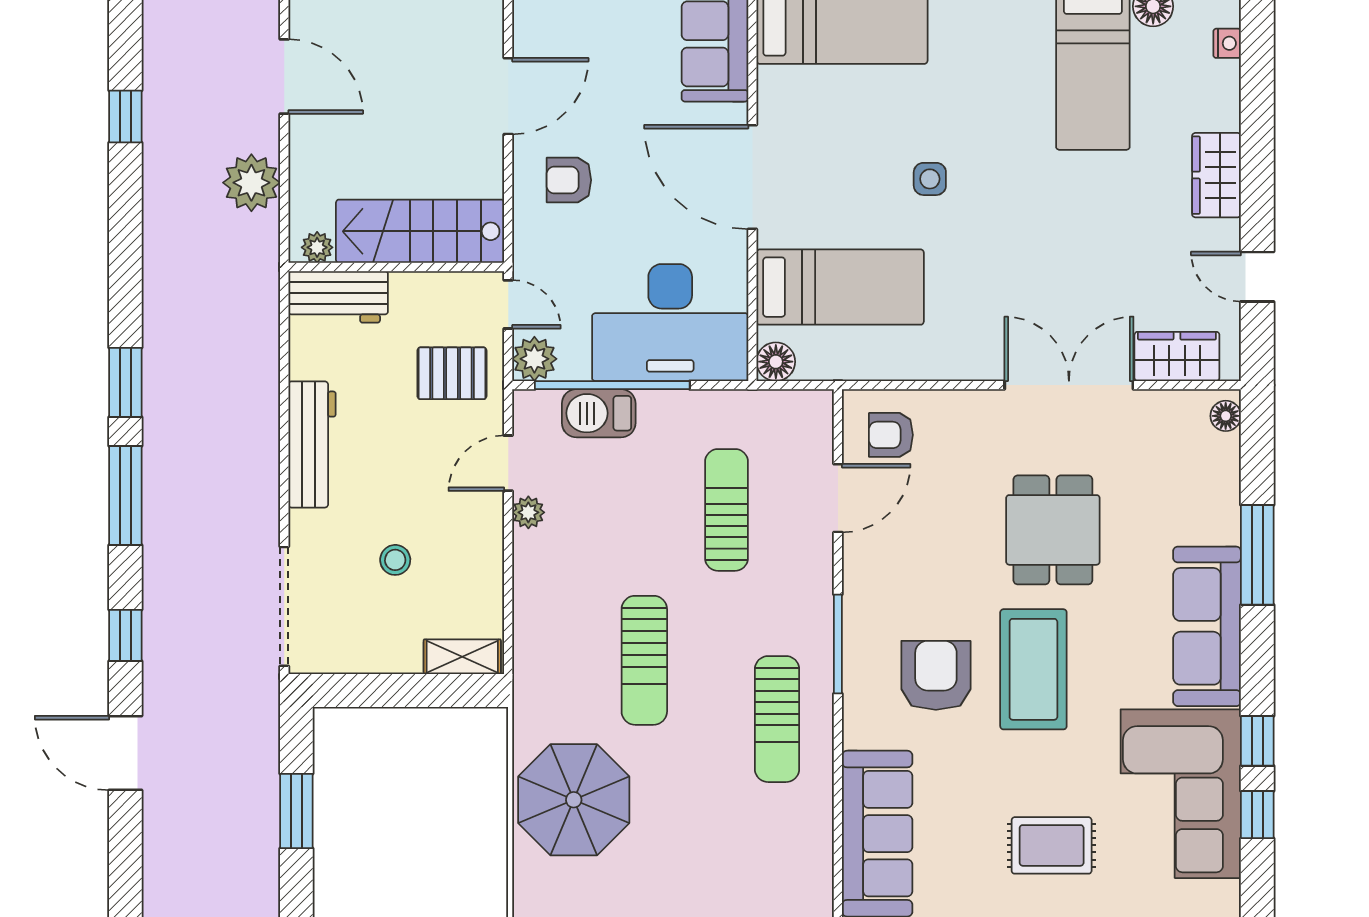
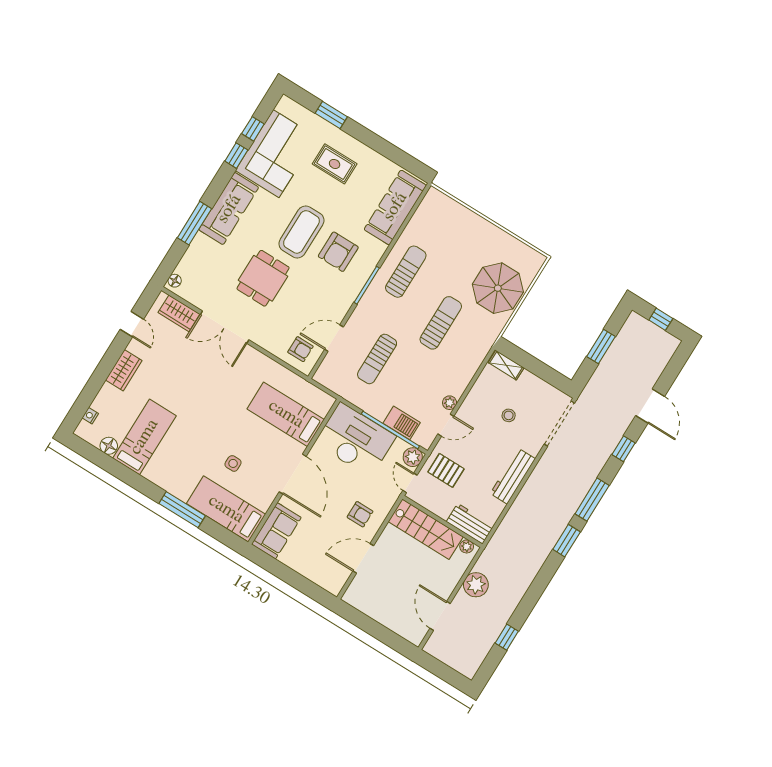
side table: (930, 179) -> (233, 463), moved
floor lamp: (776, 362) -> (326, 402), removed

